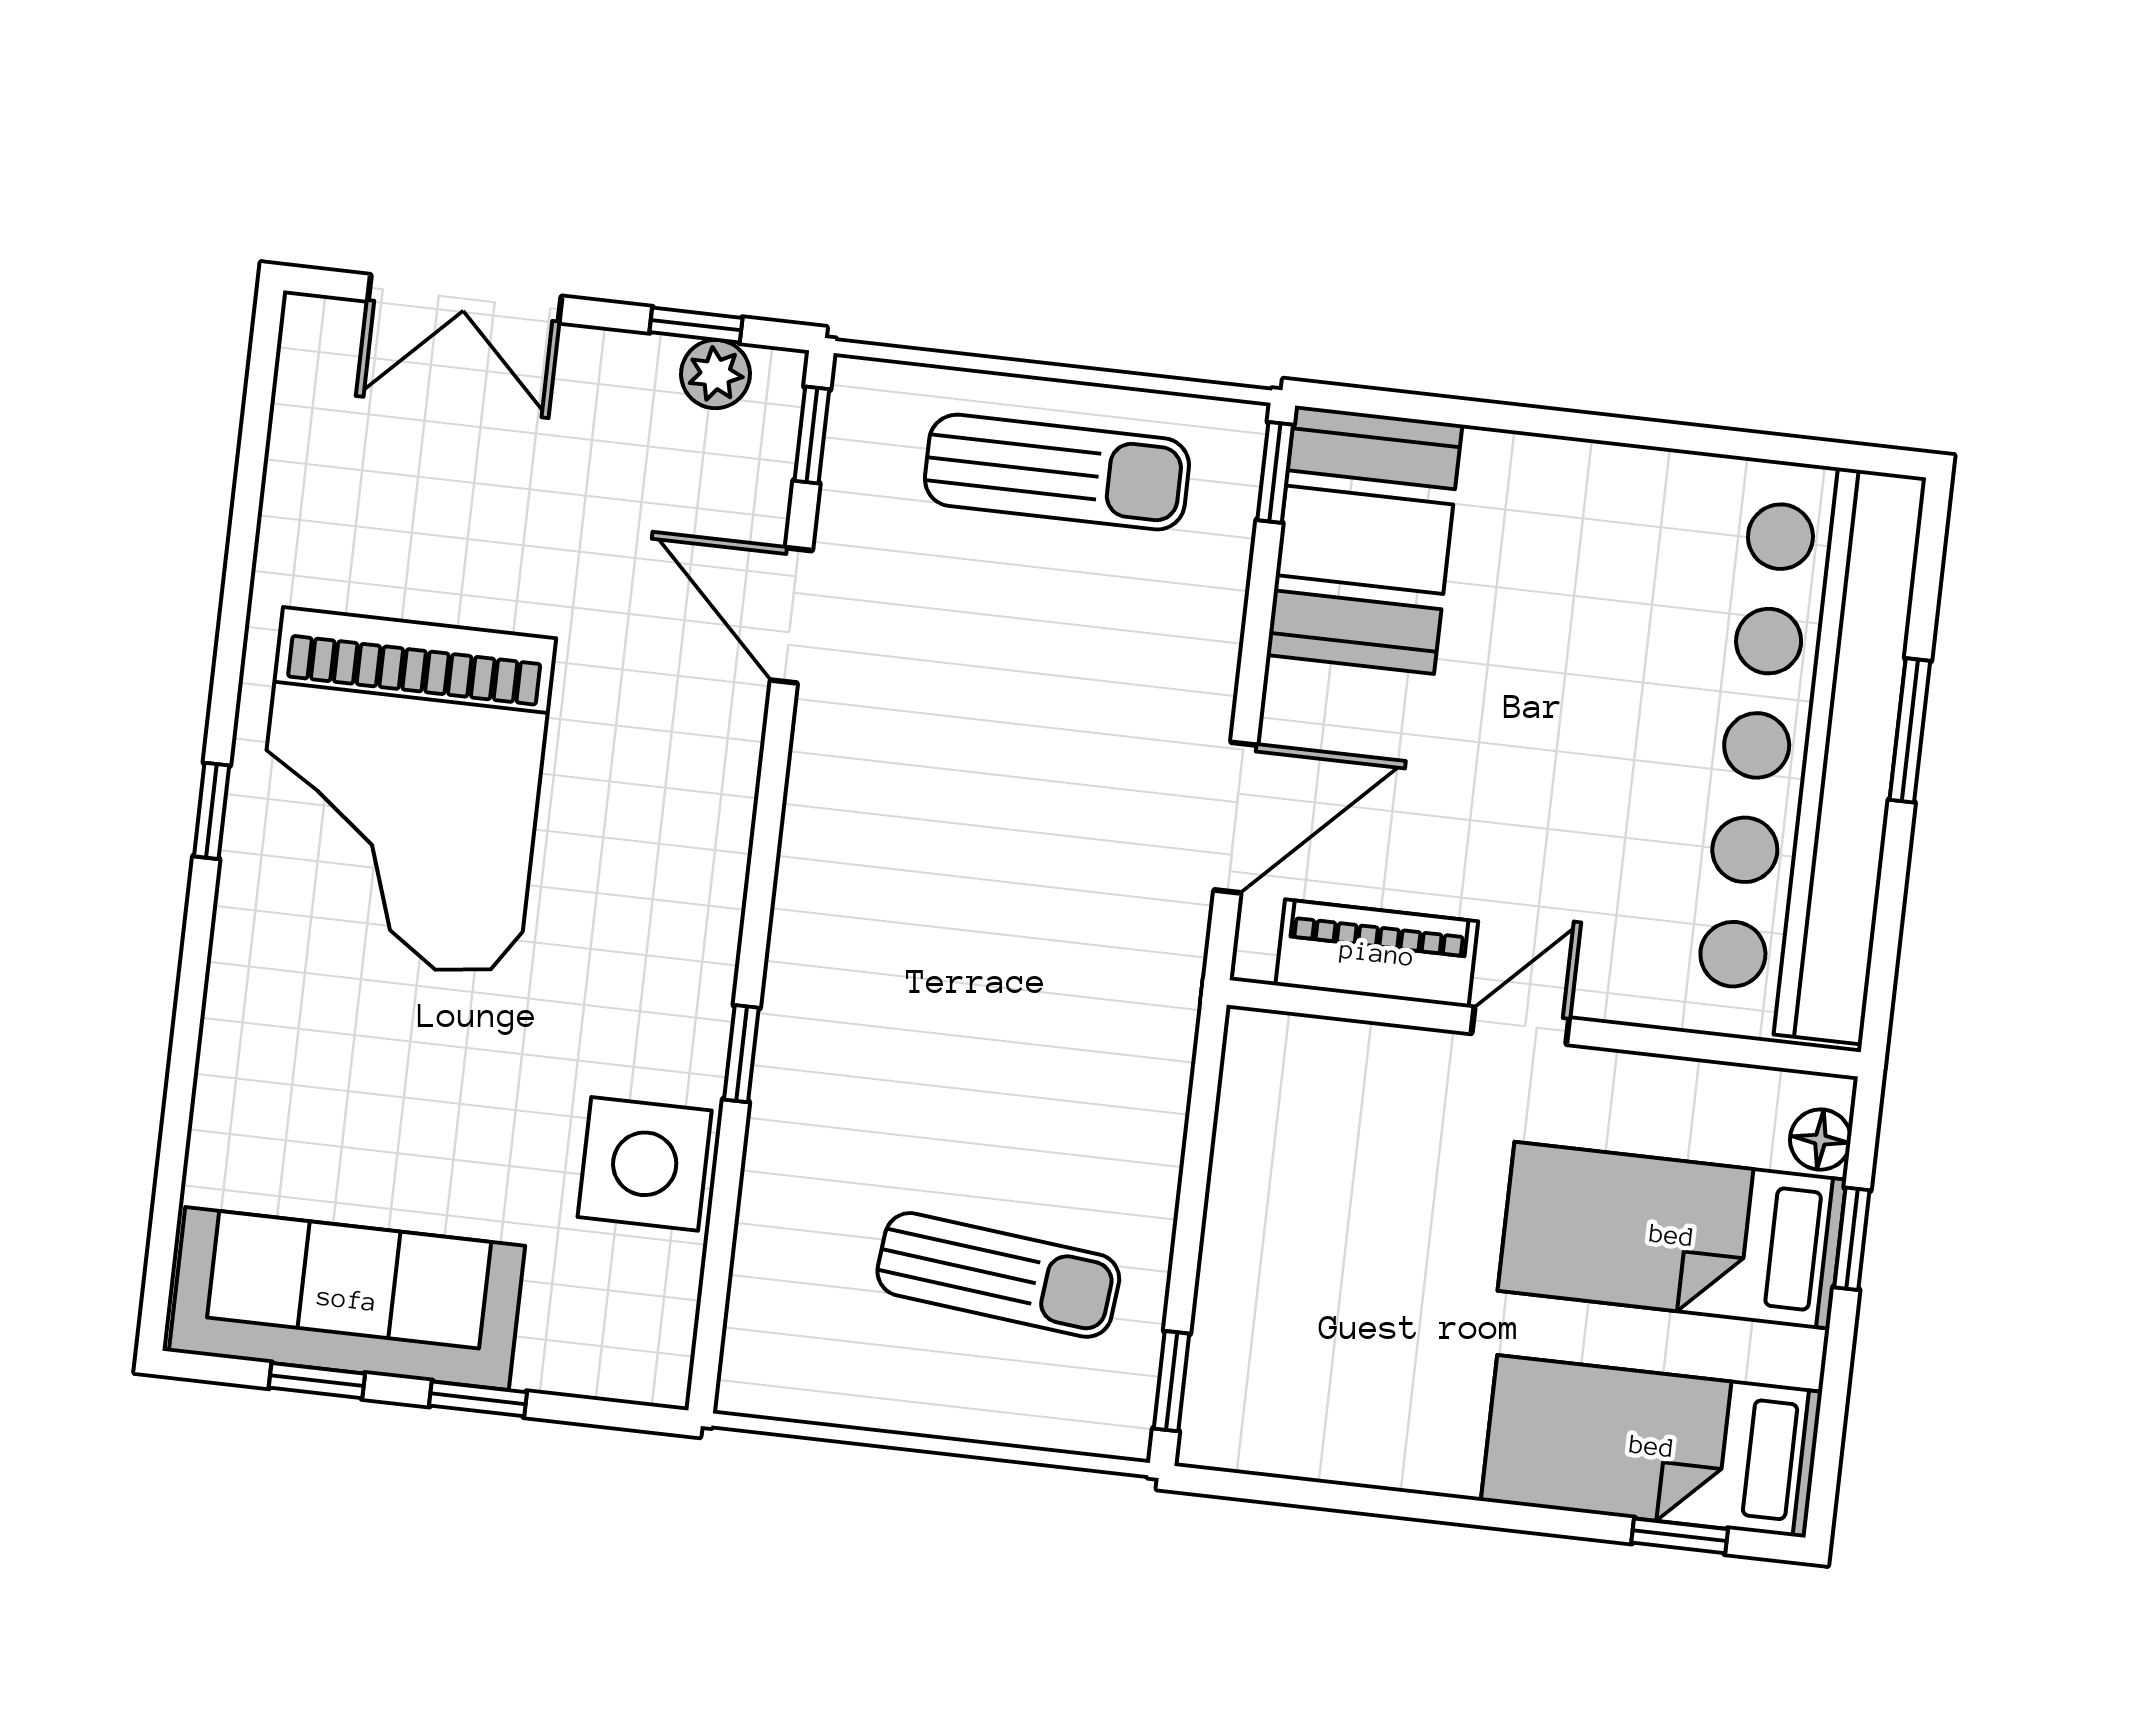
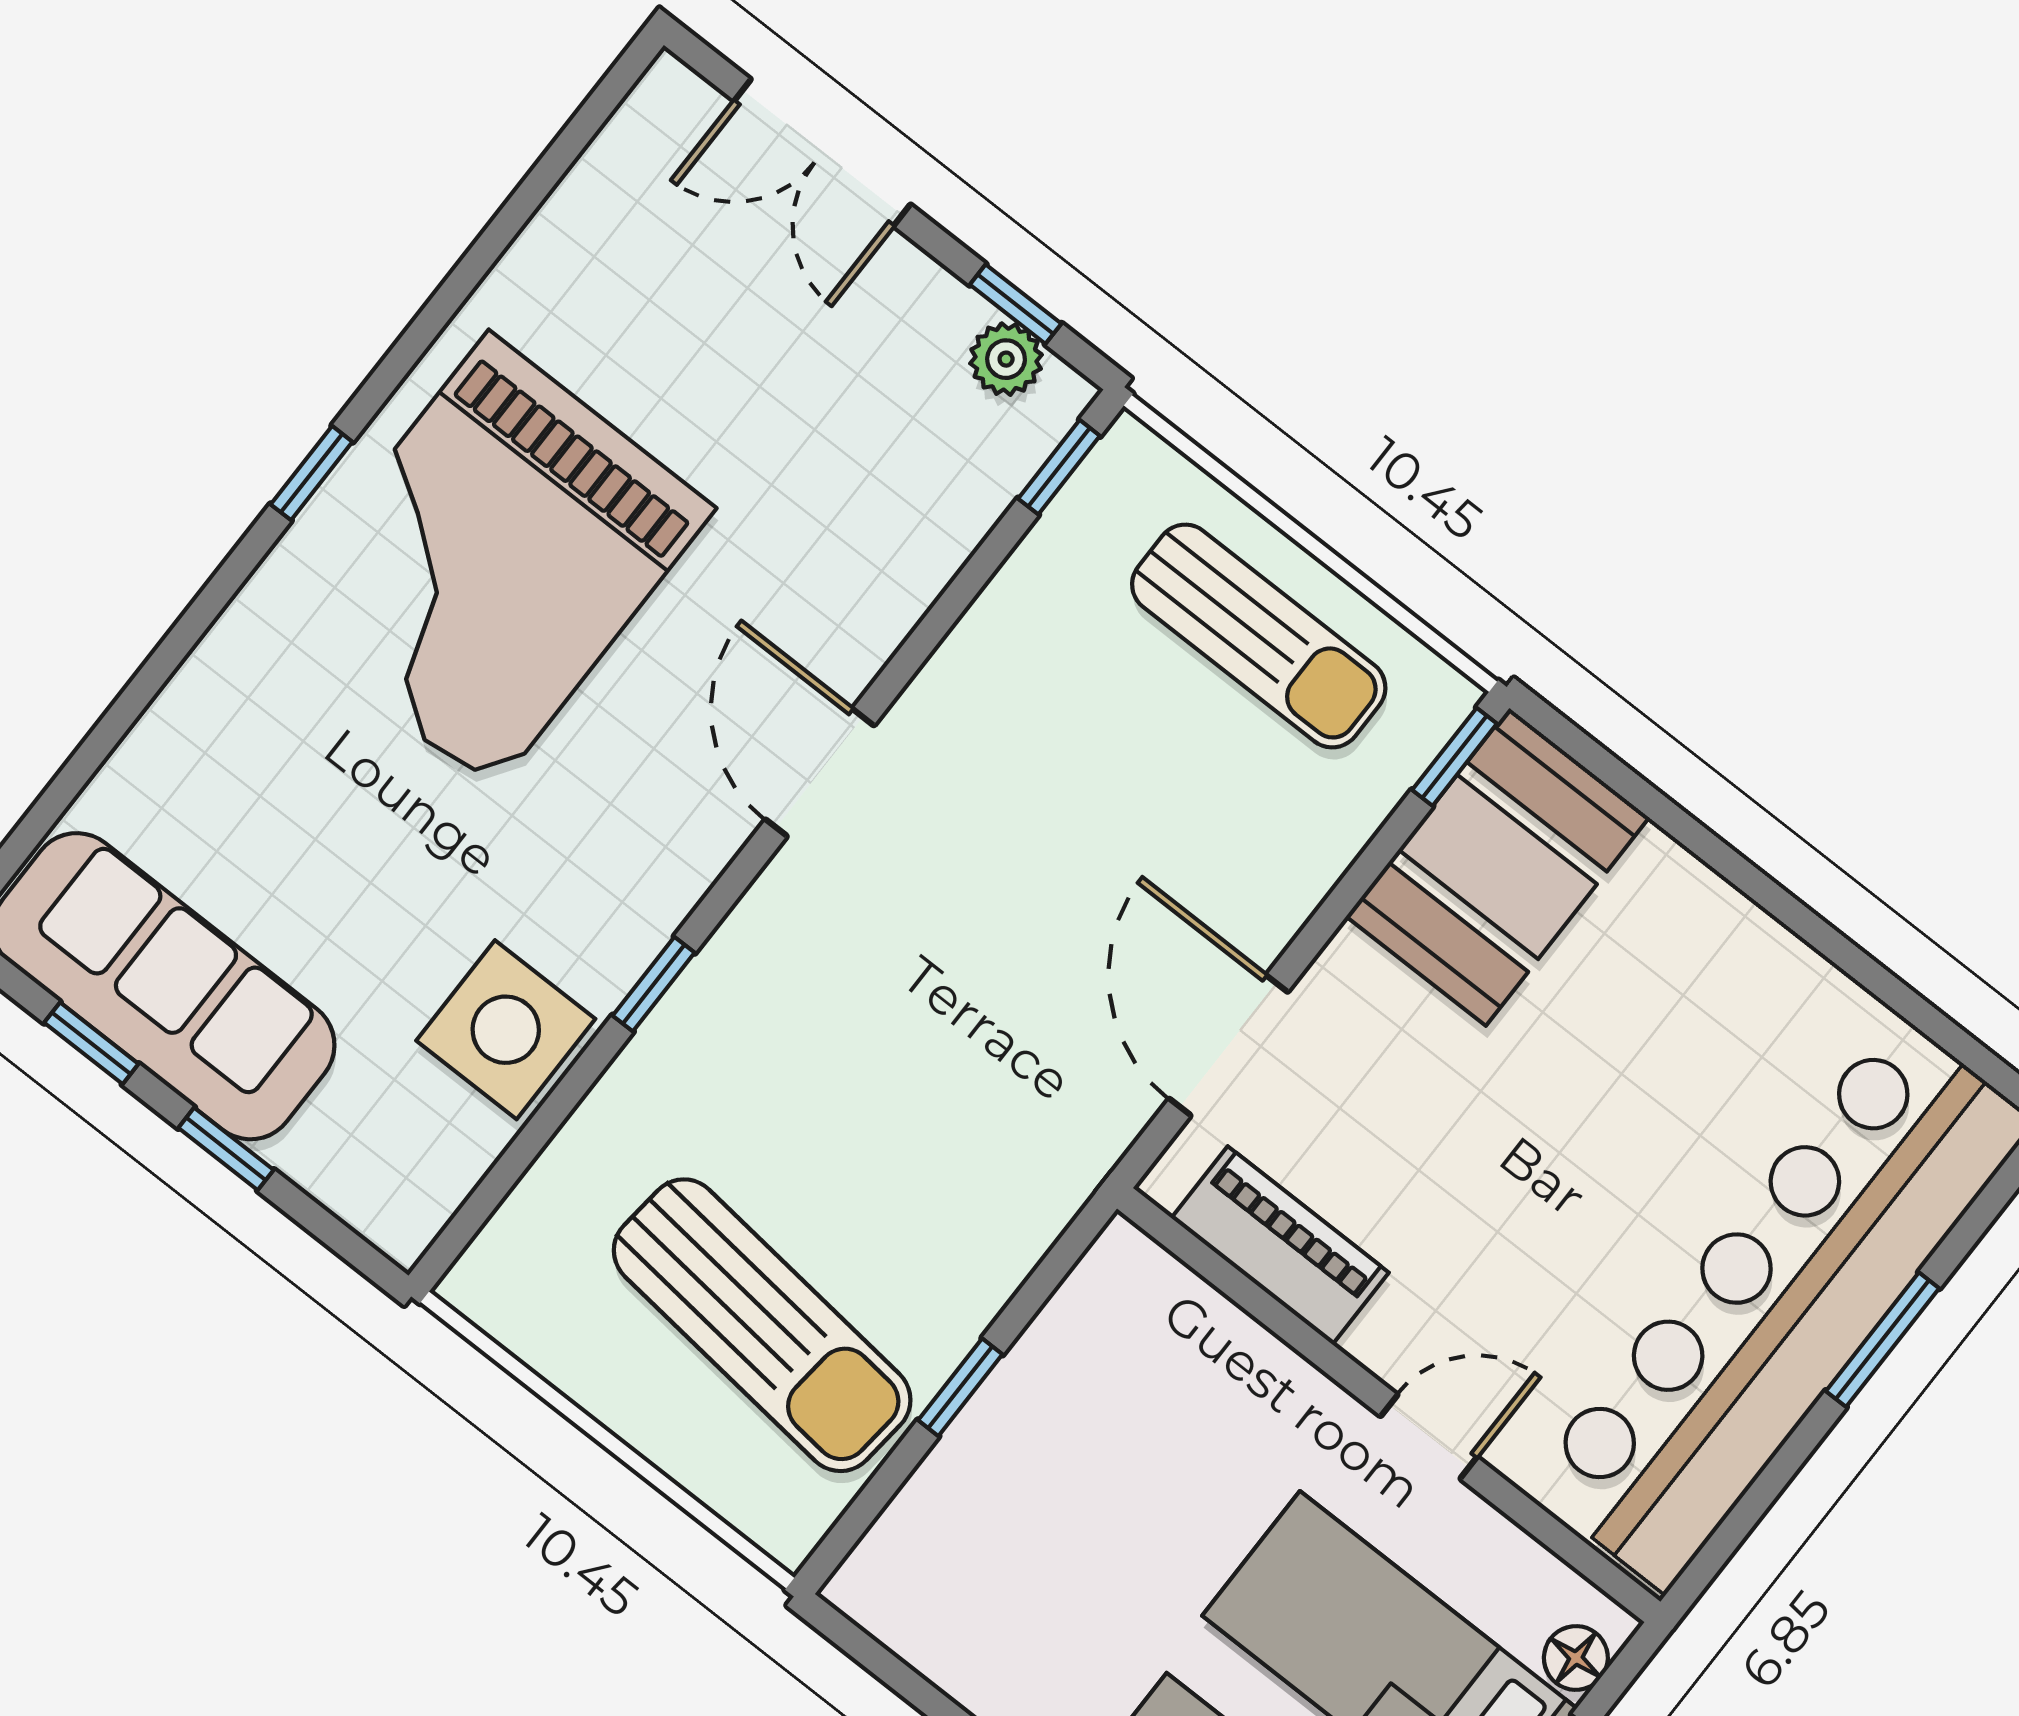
door: (791, 615) -> (820, 772), moved
door: (1236, 817) -> (1228, 1045), swing flipped
door: (1520, 1026) -> (1429, 1437), moved
sun lounger: (998, 1275) -> (762, 1325), width x1.36, depth x1.34
window: (1172, 1381) -> (960, 1387), moved

